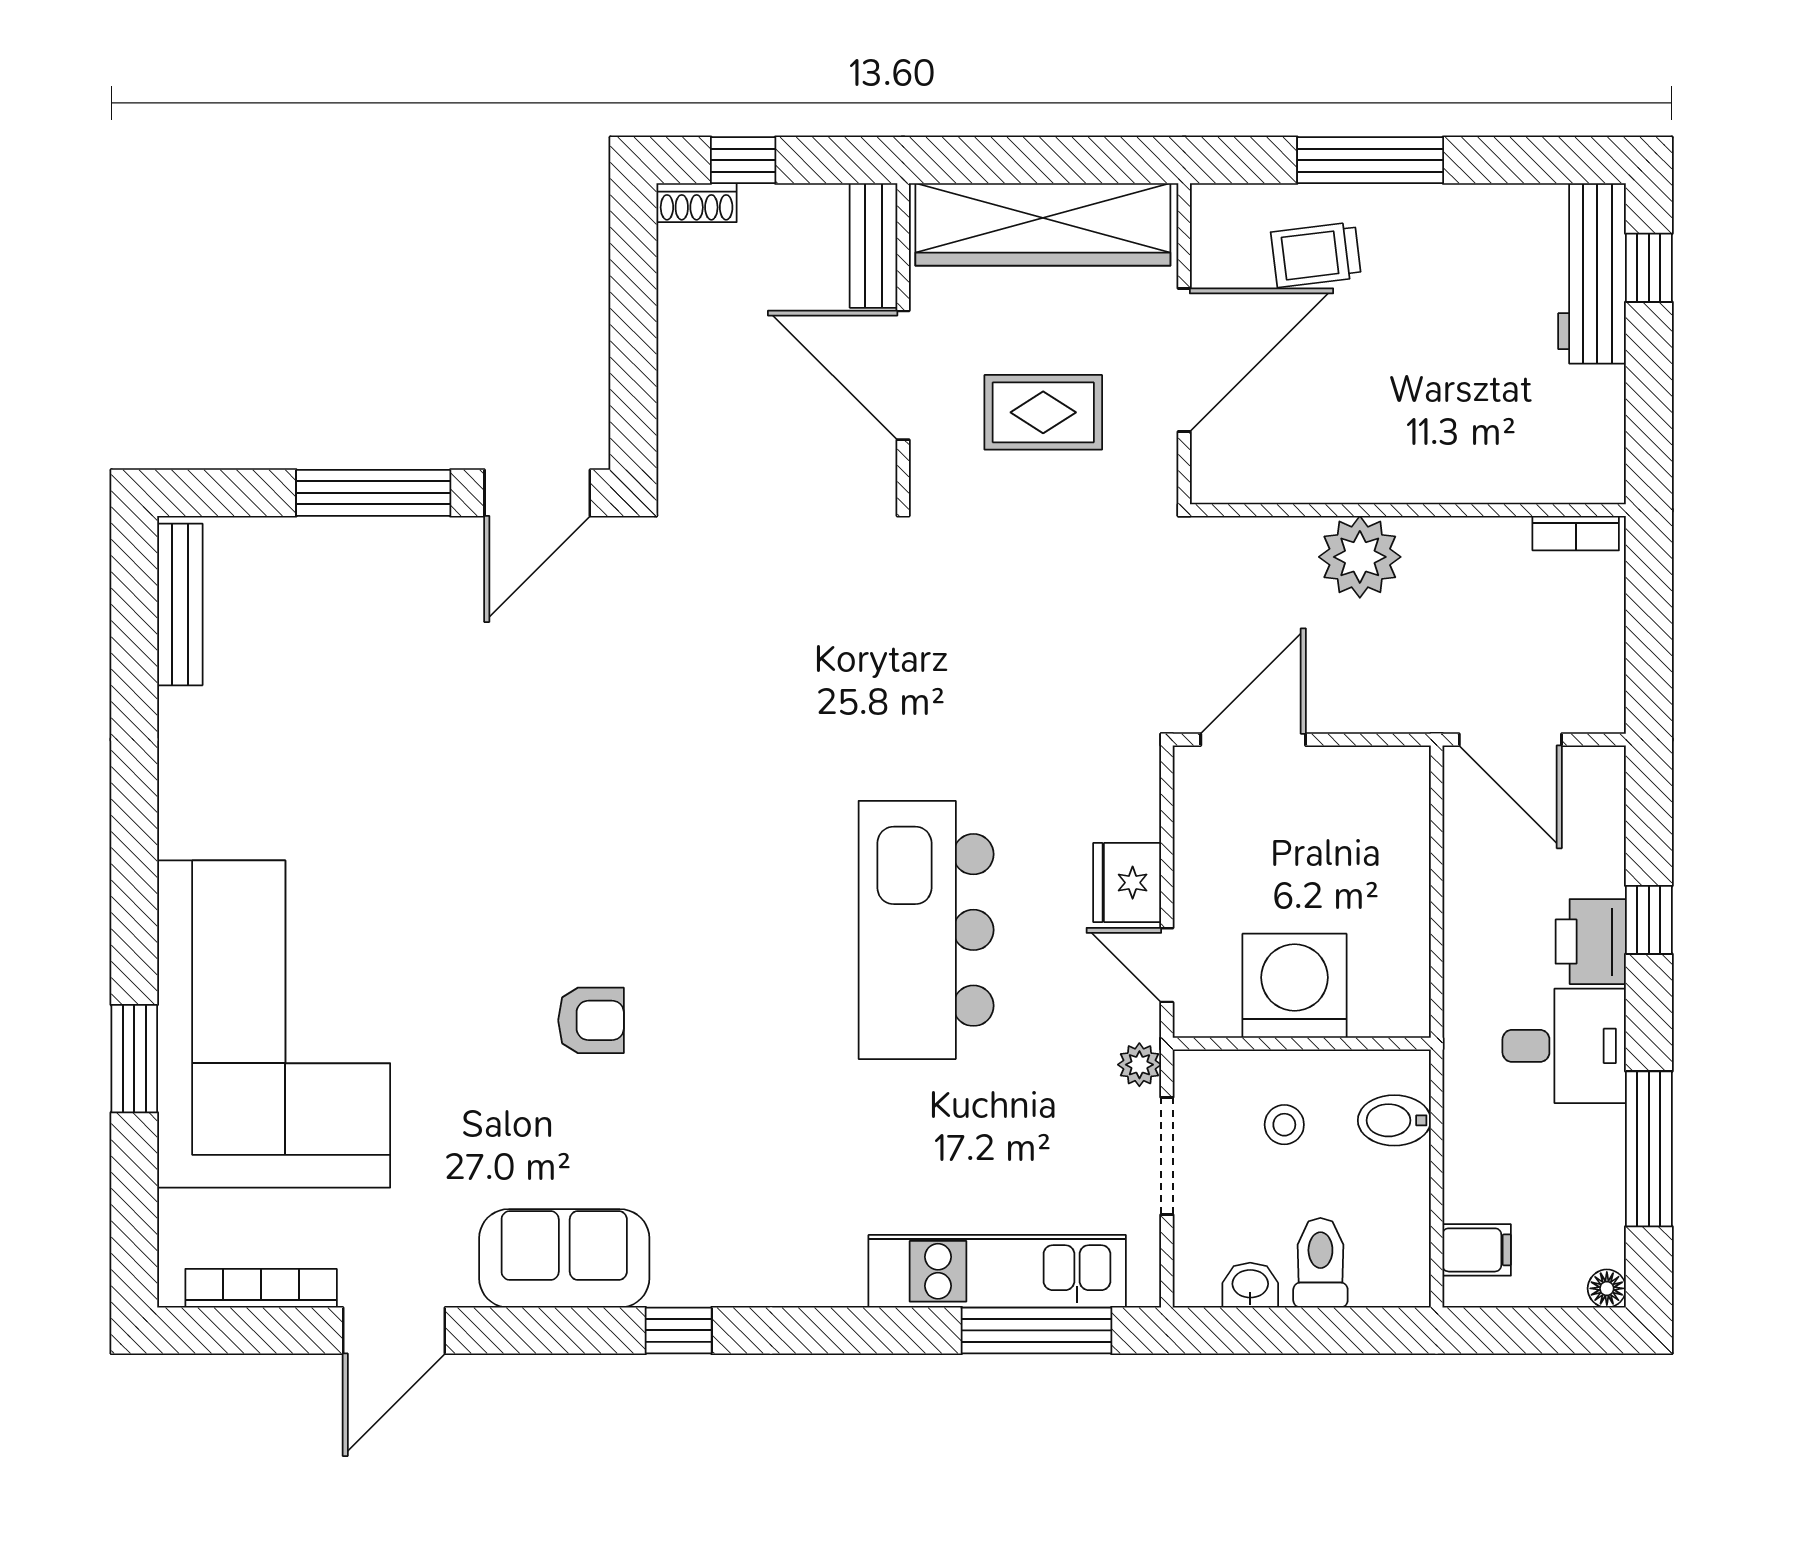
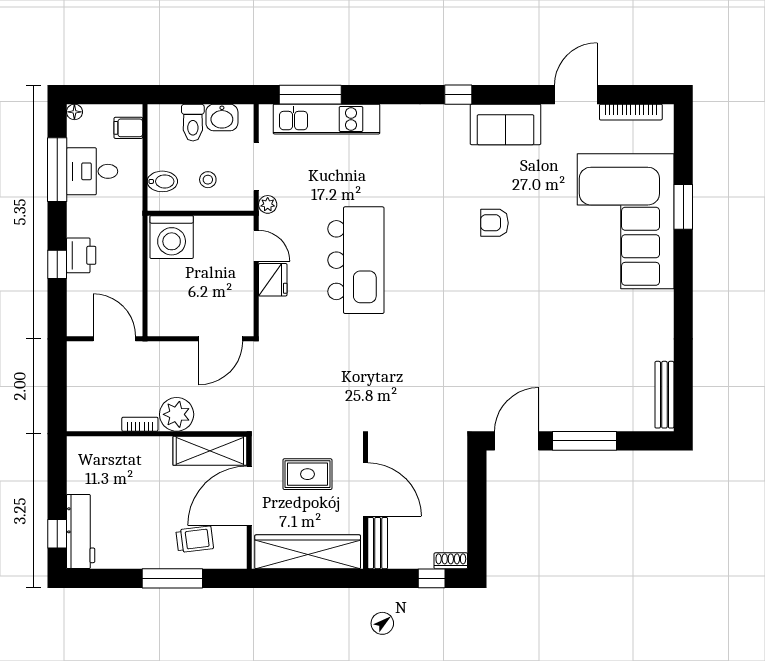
shelving: (1279, 469) -> (210, 451), added
bookcase: (1576, 533) -> (140, 424), moved
washing machine: (1295, 986) -> (172, 237), moved
desk: (1564, 1046) -> (92, 171), moved
washbasin: (1250, 1285) -> (222, 117), width x1.38, depth x1.45

